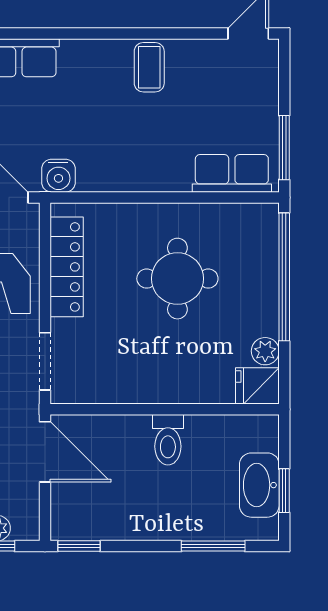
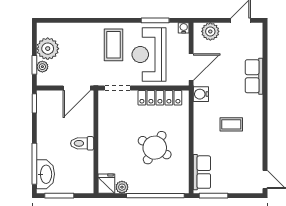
coffee table: (149, 67) -> (231, 124), moved
round table: (177, 279) -> (155, 148), turned 30
washbasin: (259, 485) -> (45, 174), moved, turned 90
window: (284, 491) -> (59, 196), width x1.50
window: (213, 546) -> (34, 164), width x1.44

